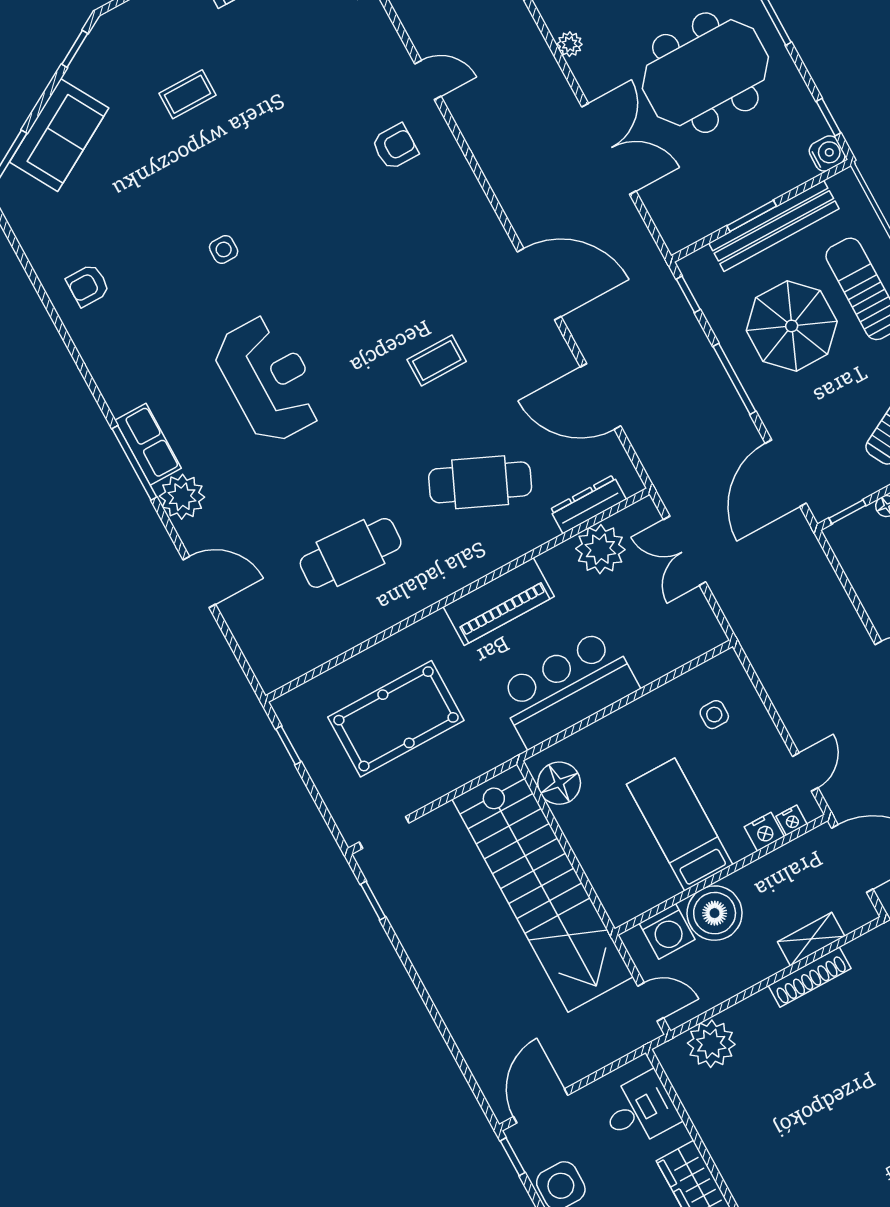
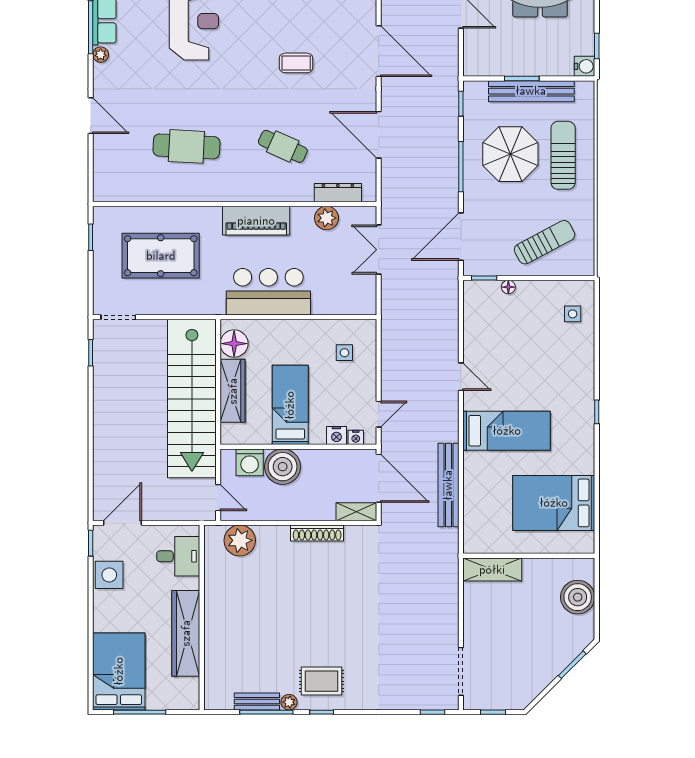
cafe table: (480, 482) -> (283, 146), width x0.73, depth x0.74
plant: (182, 497) -> (101, 55), width x0.53, depth x0.53
plant: (600, 549) -> (327, 218), width x0.73, depth x0.73
wardrobe: (592, 848) -> (233, 391), added
shelving: (811, 939) -> (356, 512), moved

